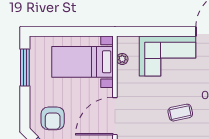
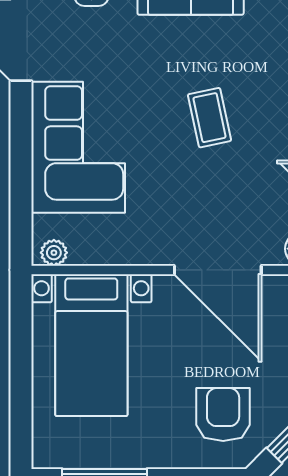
plant: (122, 59) -> (54, 253), moved
armchair: (53, 118) -> (223, 415), turned -90

